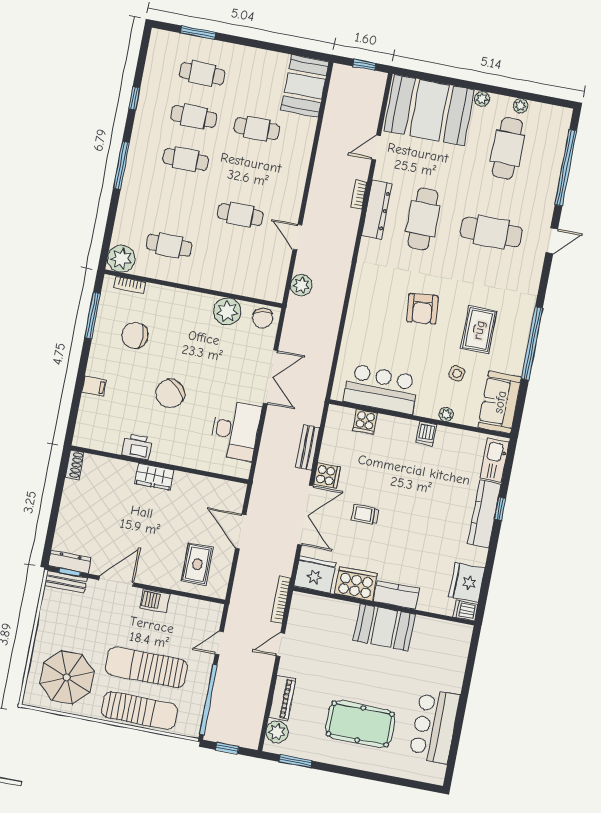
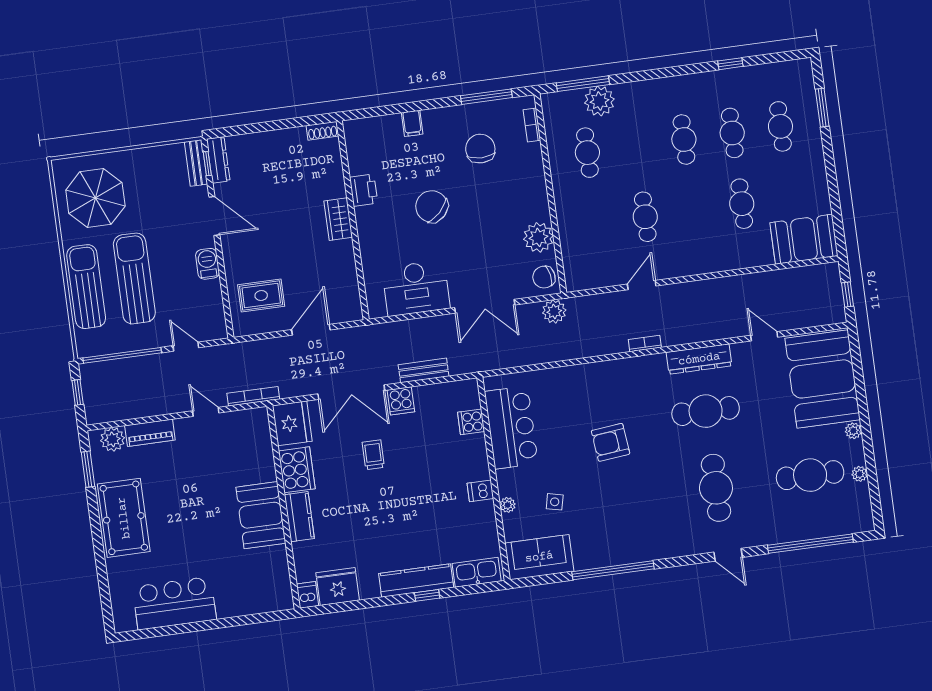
window: (121, 165) -> (583, 84), moved
bookcase: (359, 194) -> (645, 343), moved
plant: (121, 259) -> (599, 101), moved
plant: (301, 285) -> (554, 311), moved
rug: (479, 330) -> (609, 509), removed
sun lounger: (140, 711) -> (86, 287), turned 180
pool table: (360, 724) -> (124, 518), moved

